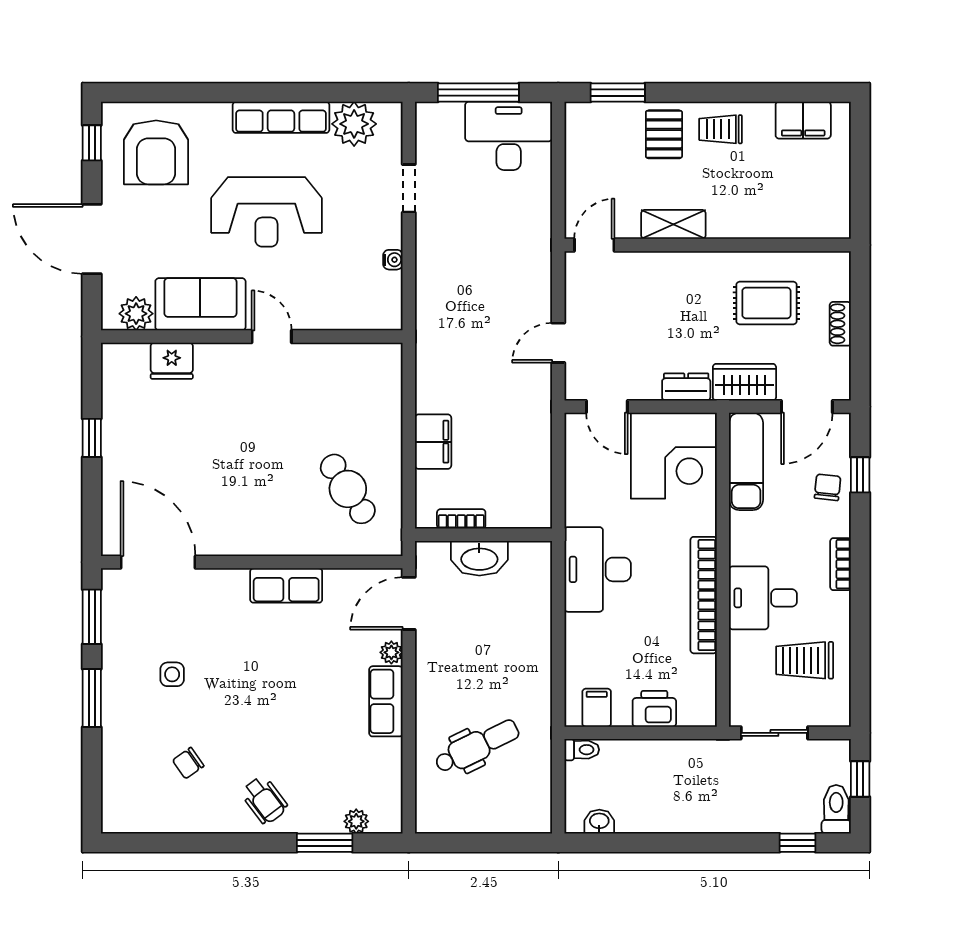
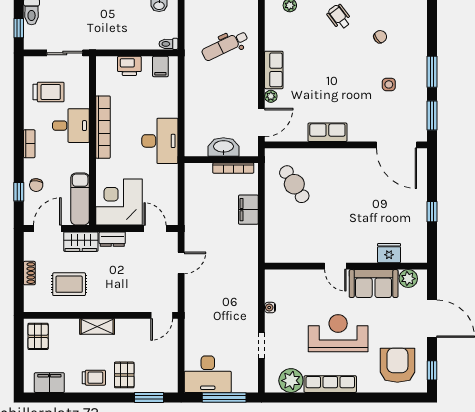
pallet: (824, 206) -> (38, 336), added
shelving: (673, 224) -> (97, 326), moved
bookcase: (461, 519) -> (233, 168), width x1.56

